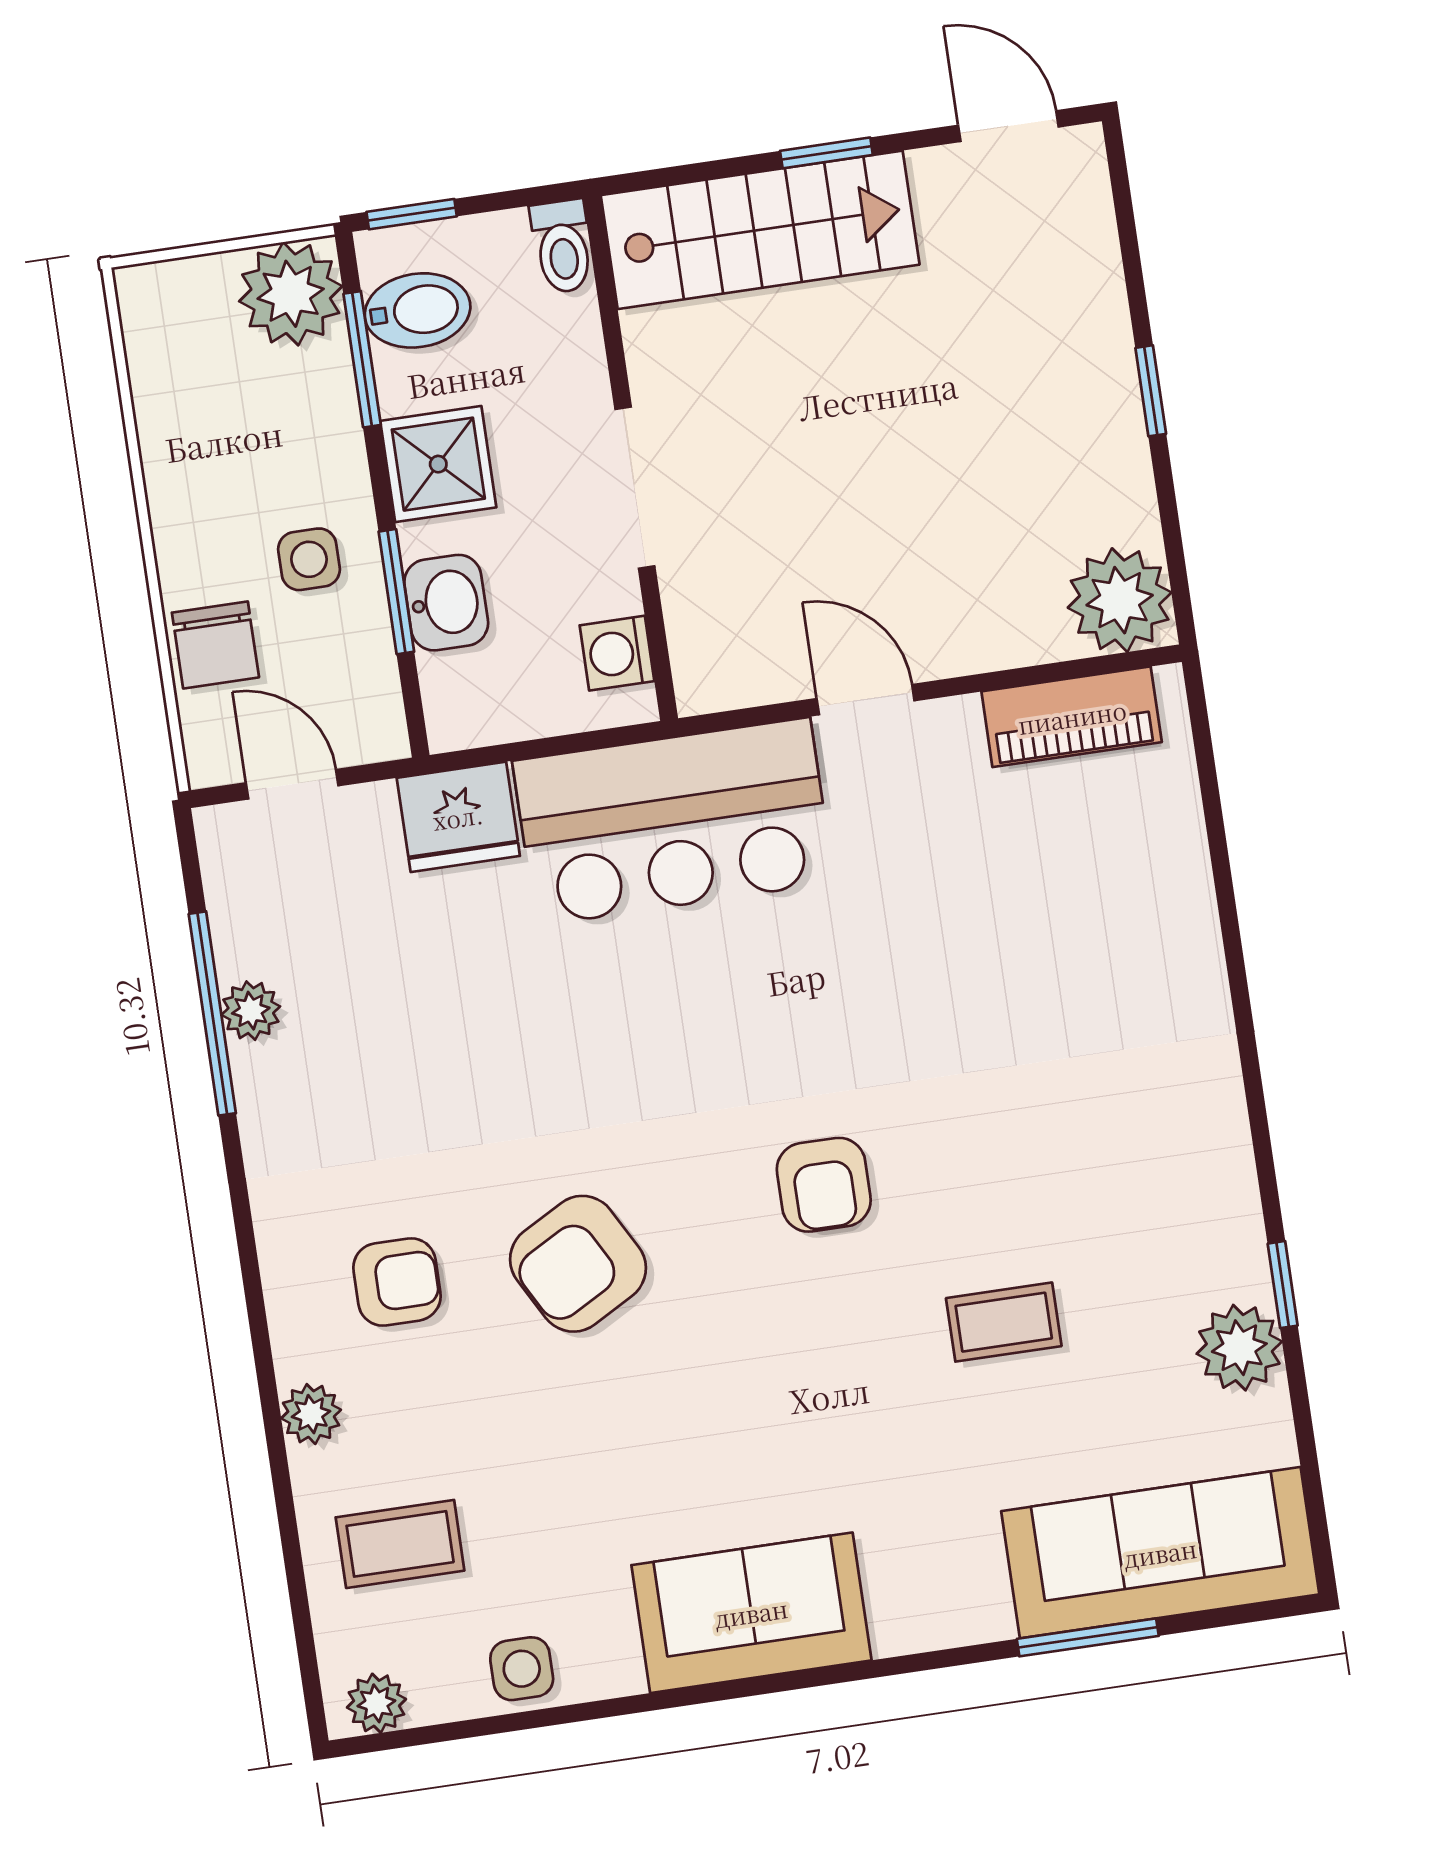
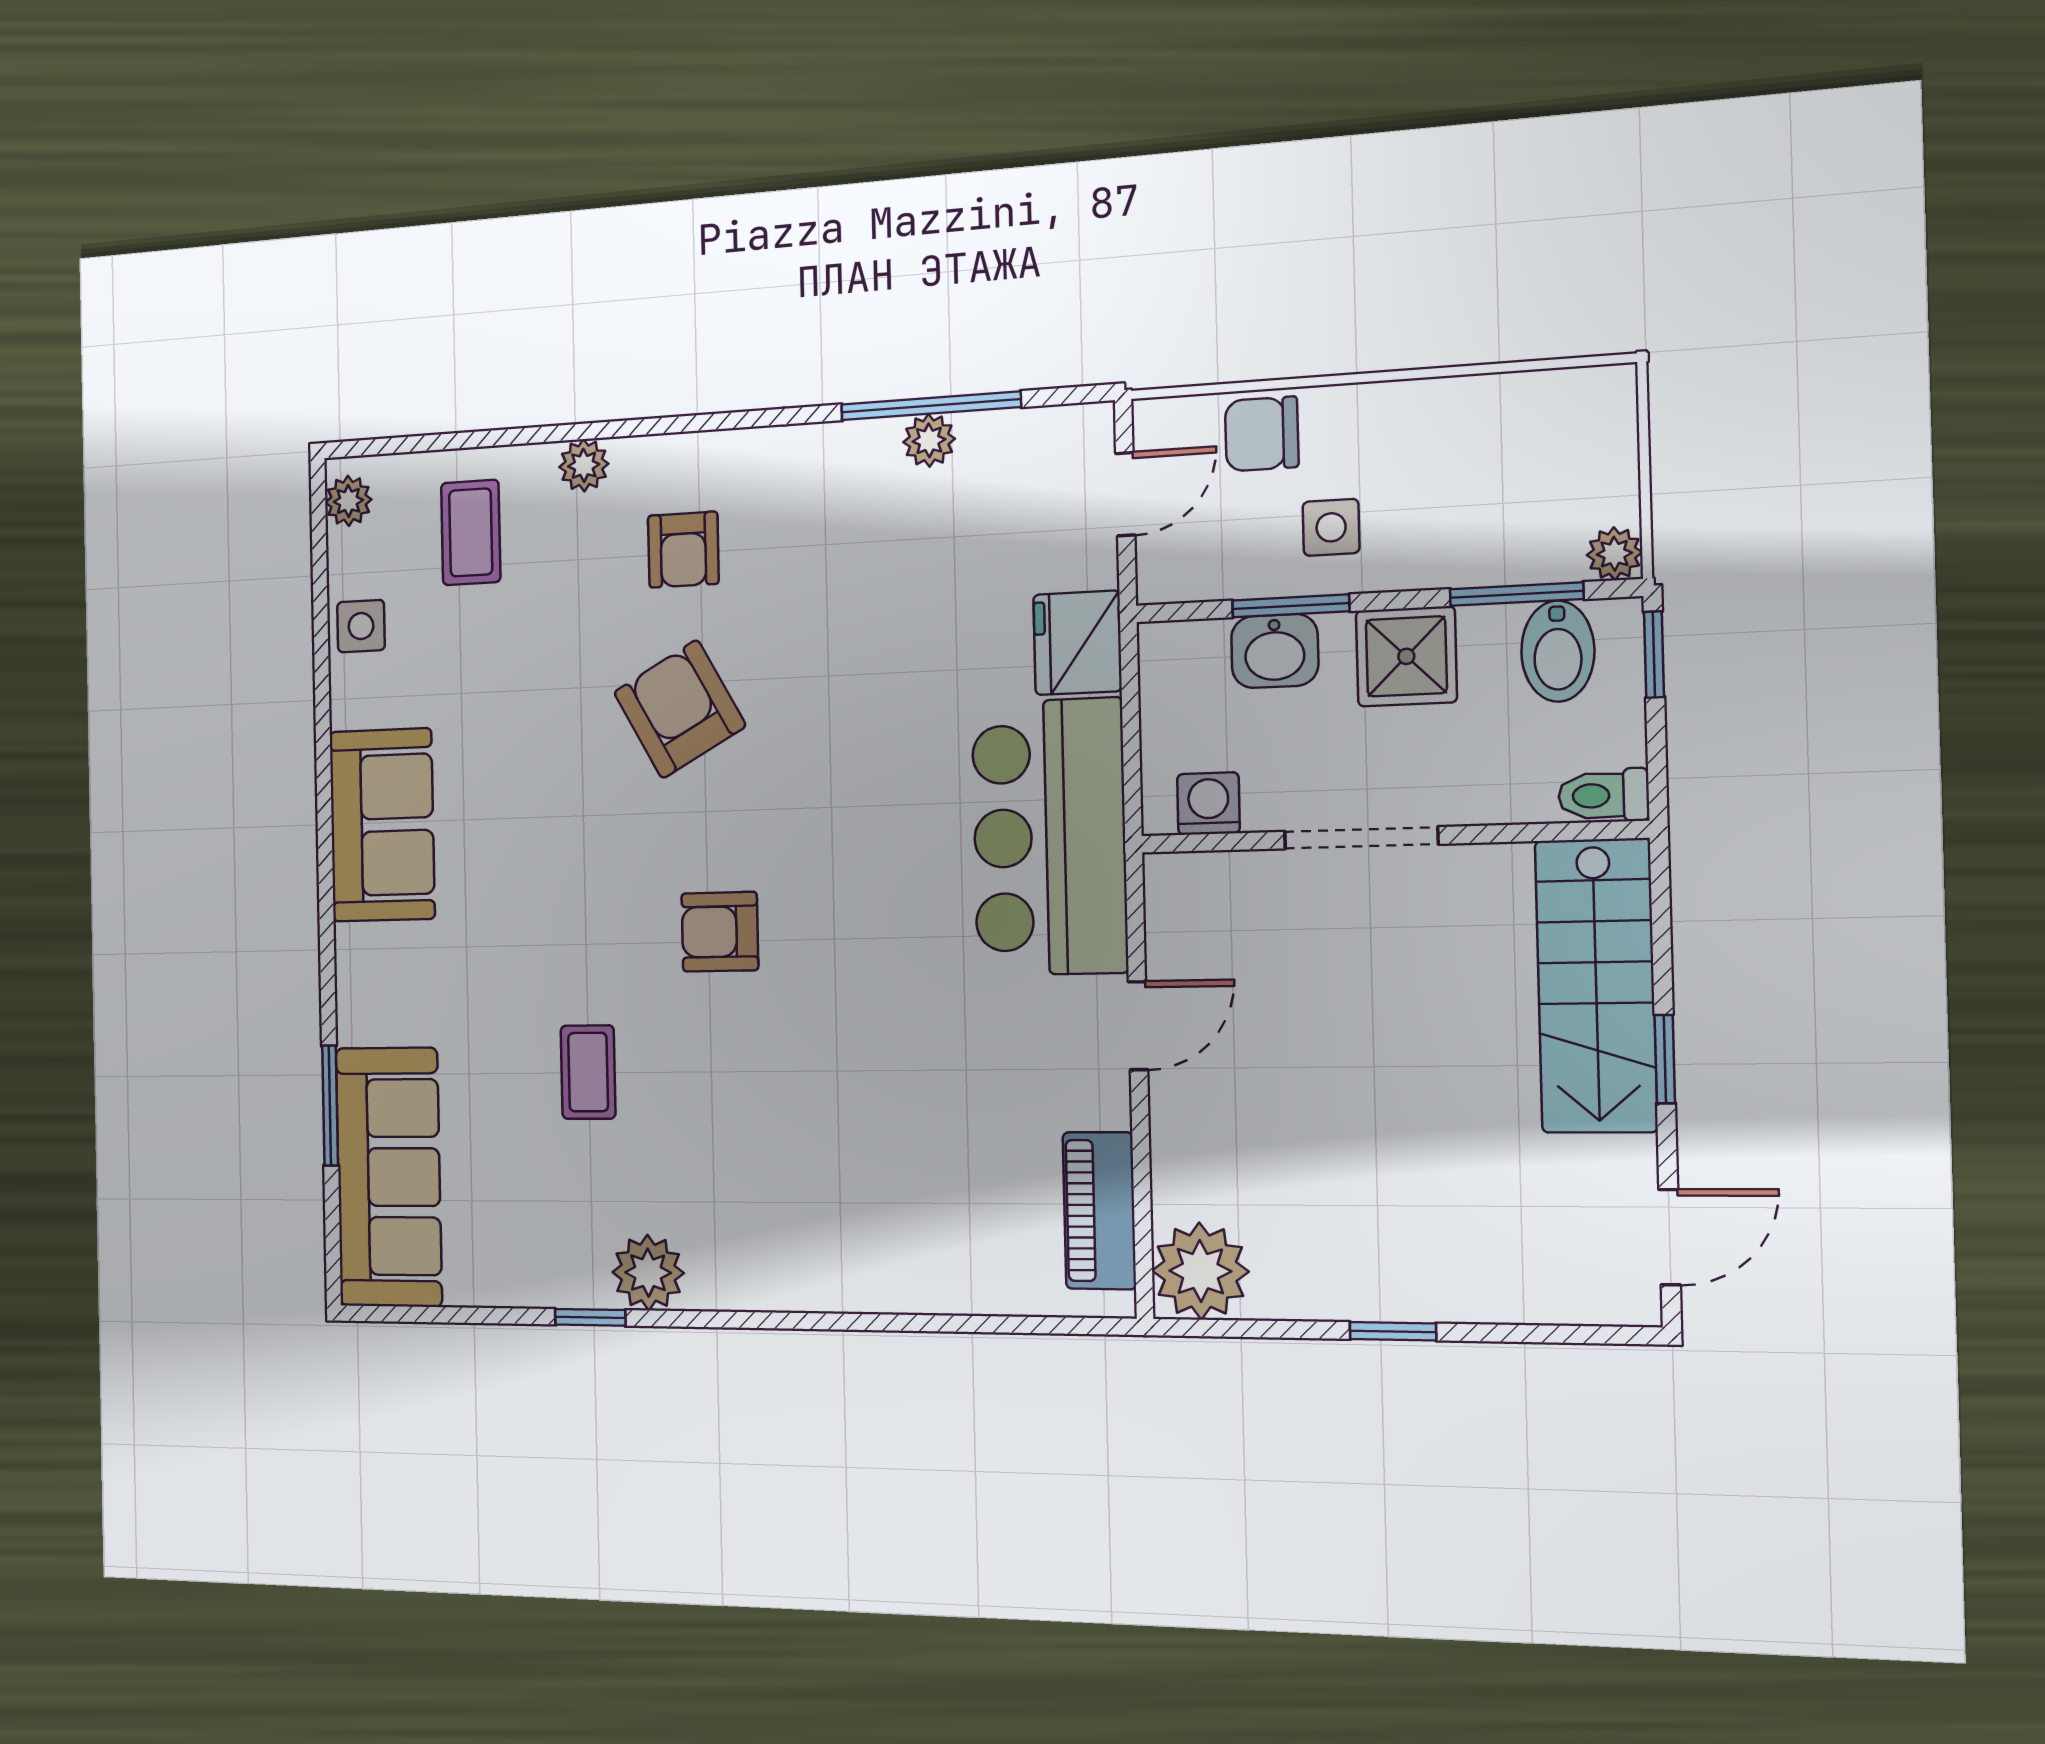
plant: (291, 294) -> (1614, 554), width x0.53, depth x0.53
plant: (1239, 1348) -> (648, 1273), moved

